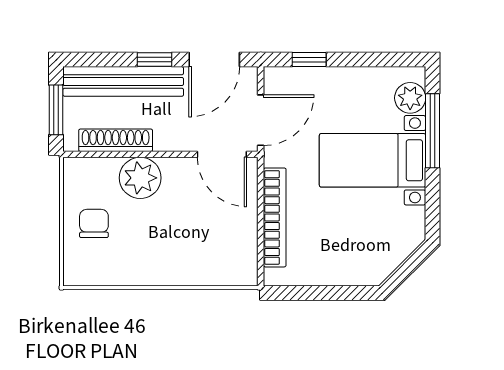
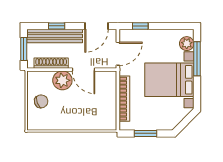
window: (155, 60) -> (57, 26), moved
door: (222, 154) -> (84, 70), moved
bed with nightstands: (373, 160) -> (169, 80), width x1.36
chair: (94, 223) -> (41, 101), turned 69
window: (321, 293) -> (145, 133), added

